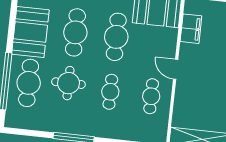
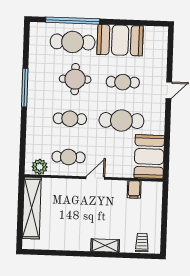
filing cabinet: (191, 29) -> (134, 189), width x0.50
cafe table: (75, 32) -> (123, 82), width x0.73, depth x0.74
plant: (159, 128) -> (40, 167), added

